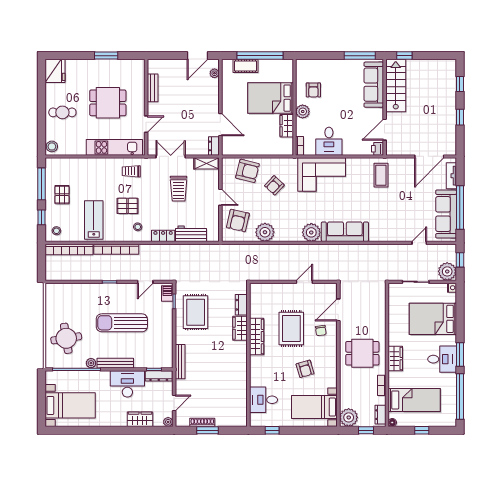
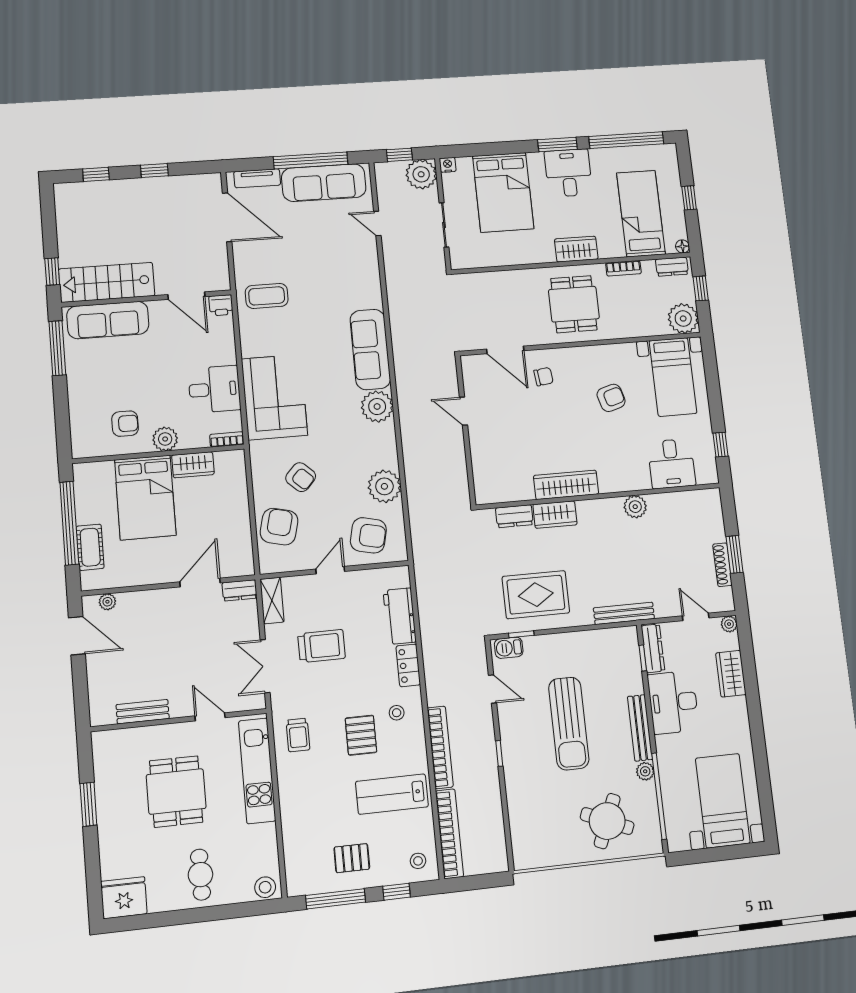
rug: (291, 329) -> (546, 427), removed
round table: (66, 338) -> (607, 821), turned 32
plant: (240, 375) -> (635, 507), added

